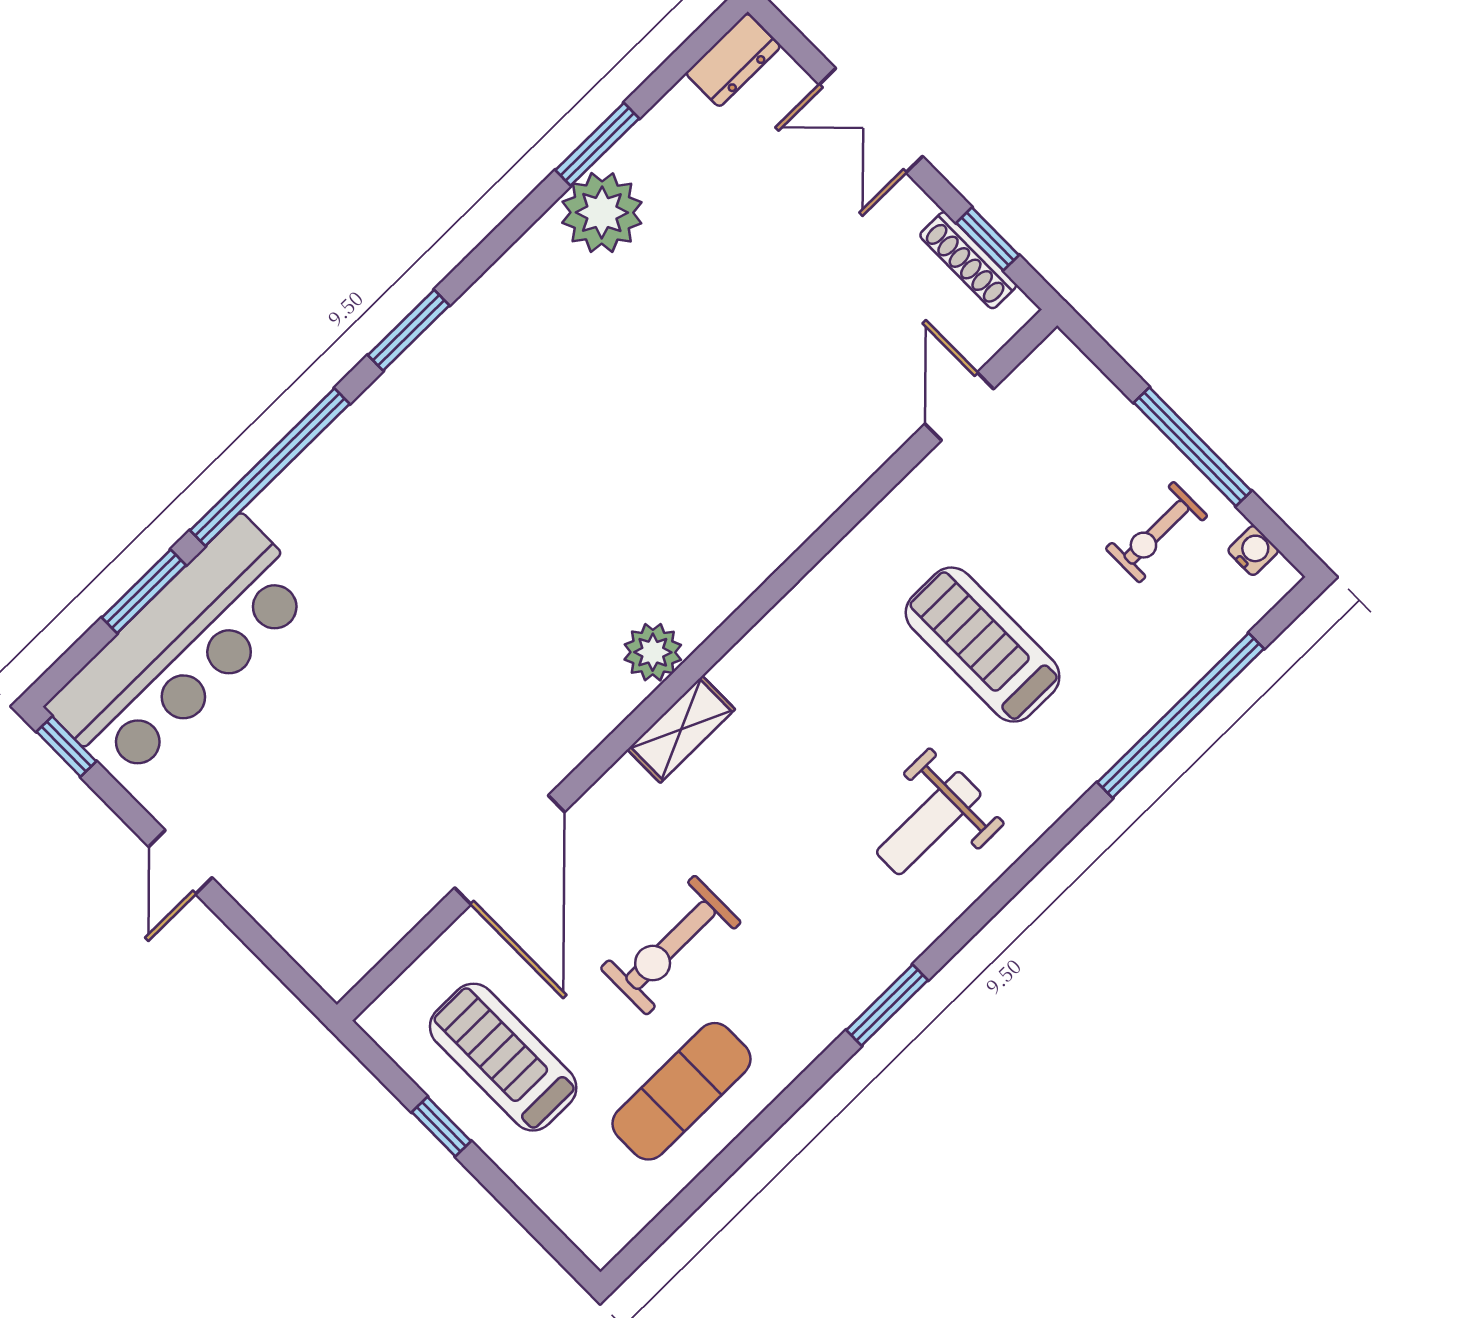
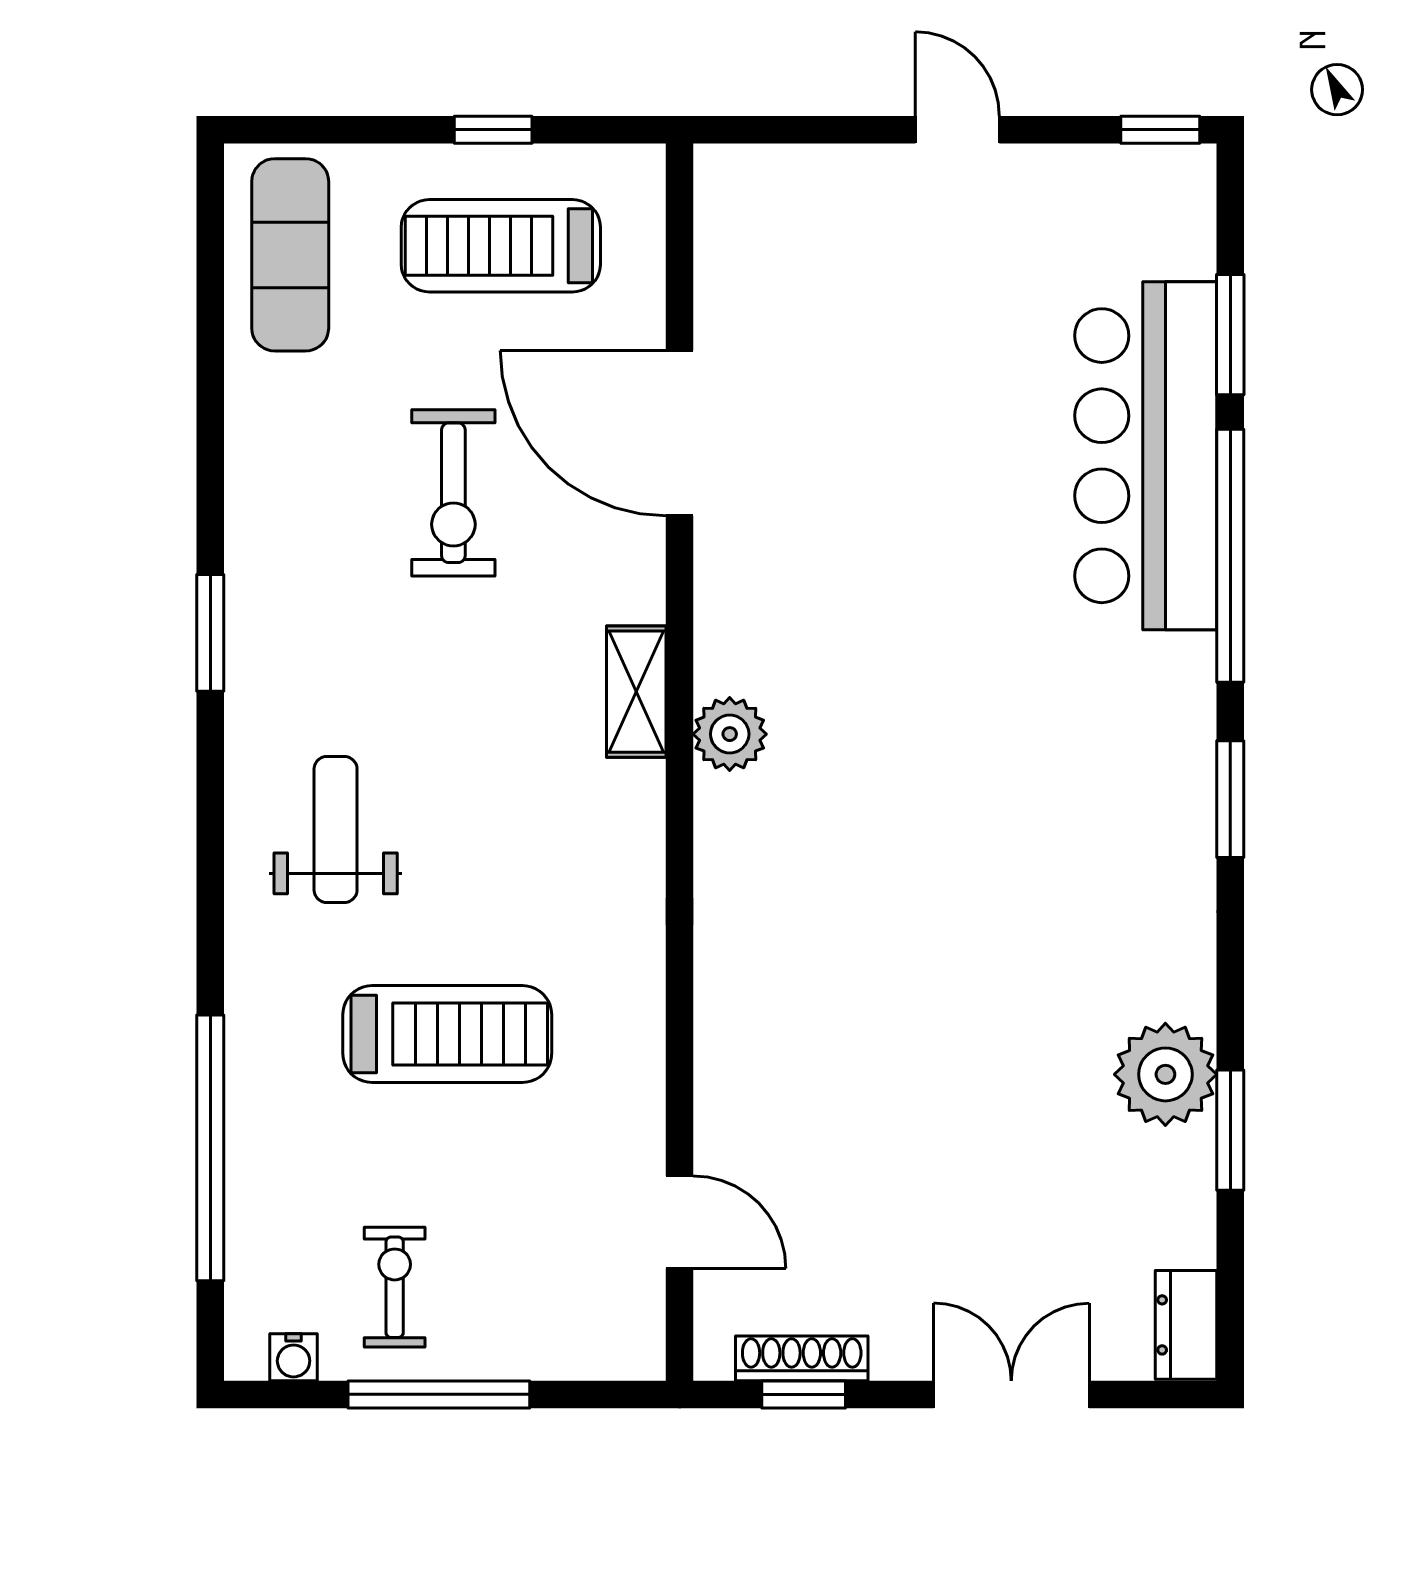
bar counter: (182, 649) -> (1146, 456), moved
exercise bike: (671, 945) -> (453, 493), turned 180
treadmill: (503, 1057) -> (501, 246), turned 180
exercise mat: (681, 1091) -> (290, 255), moved

